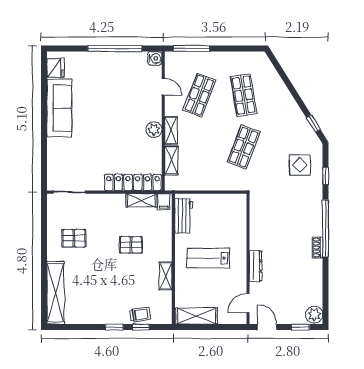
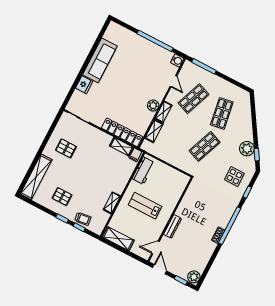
fridge: (55, 68) -> (84, 85), moved
plant: (297, 122) -> (247, 149), added
pallet: (131, 245) -> (62, 196), moved

